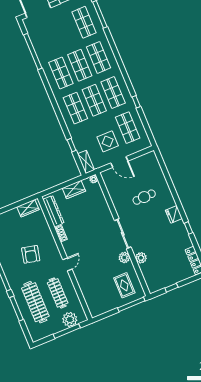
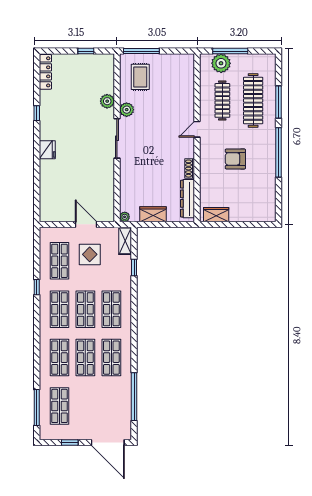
cafe table: (144, 197) -> (74, 171), removed
fridge: (174, 214) -> (47, 150), moved
armchair: (31, 254) -> (235, 159), turned -103

